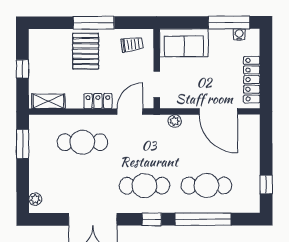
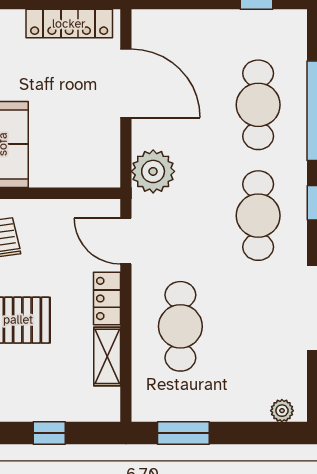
doorway: (157, 85) -> (78, 193), removed
shelving: (48, 101) -> (107, 356), moved
door: (218, 111) -> (126, 83), hinge flipped
plant: (175, 121) -> (153, 171), width x1.87, depth x1.87

